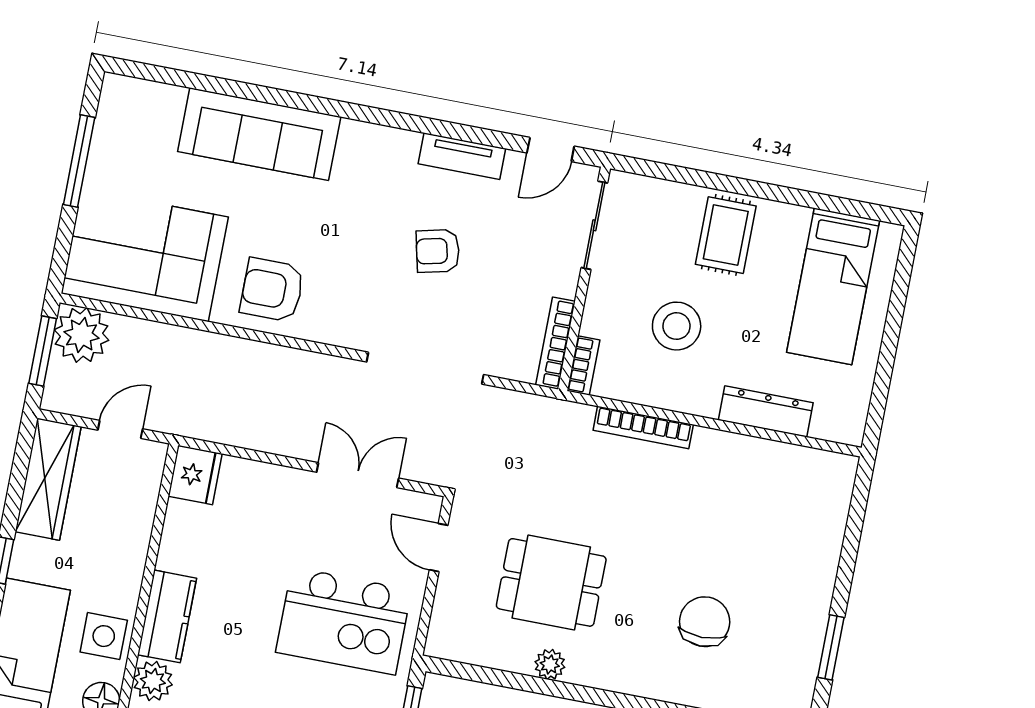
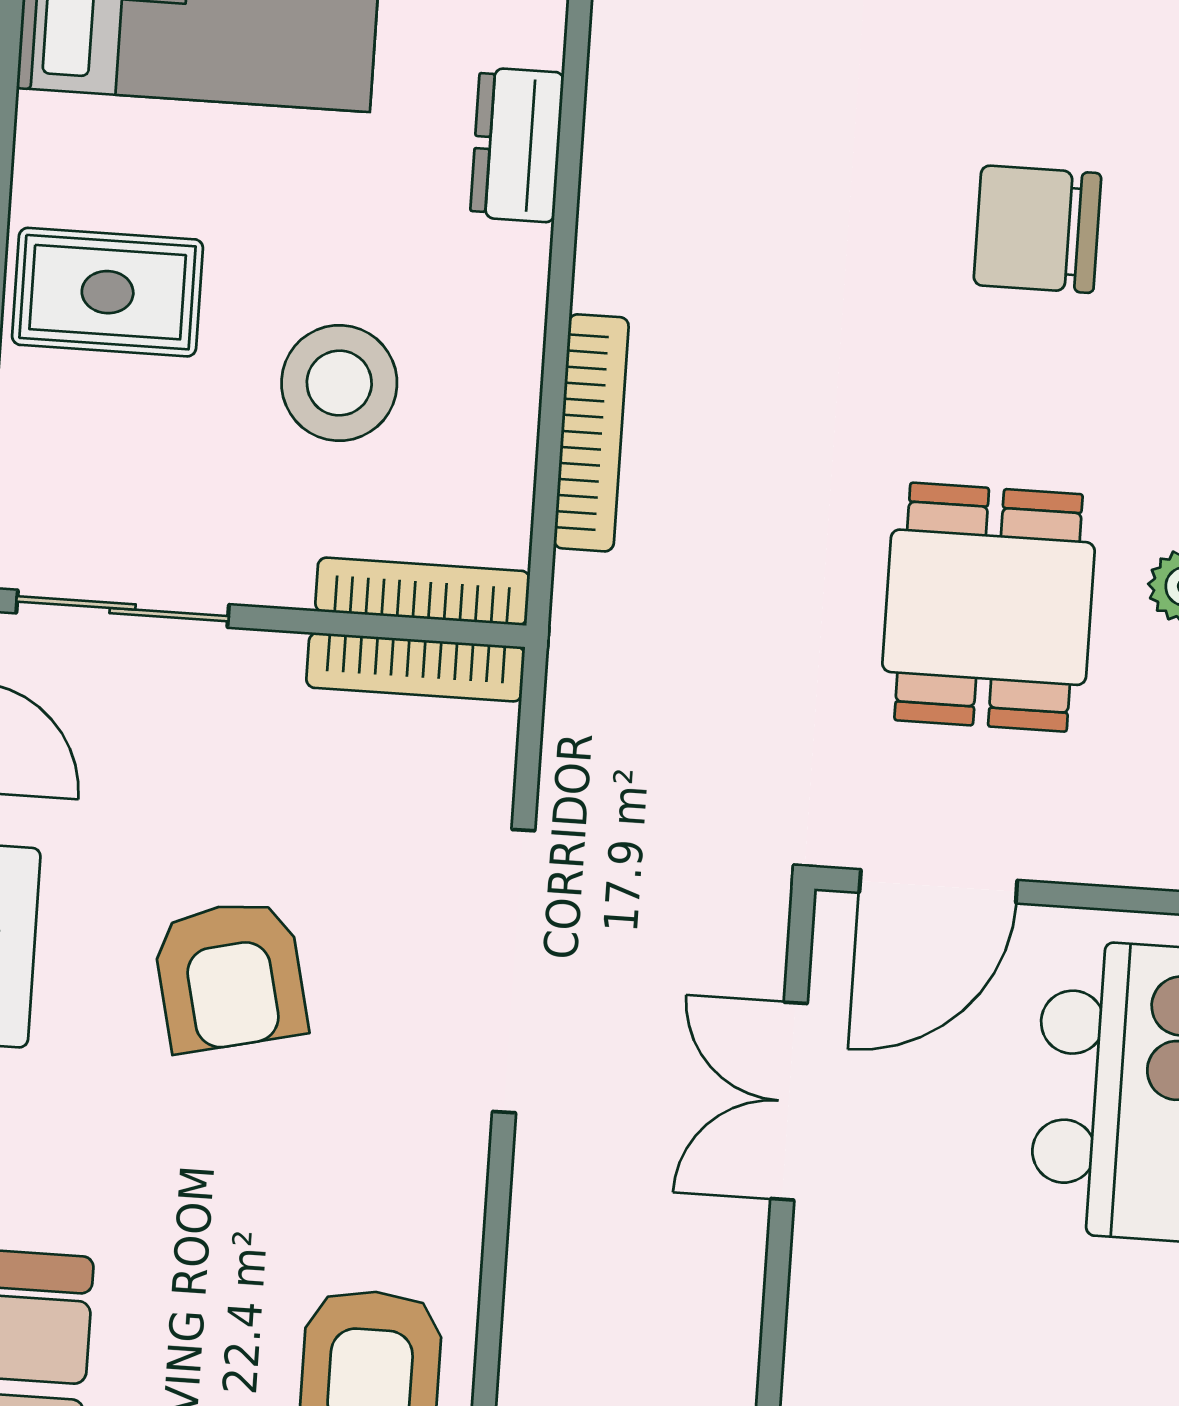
armchair: (438, 251) -> (230, 976), width x1.38, depth x1.38
bookcase: (583, 365) -> (422, 591), width x1.56
dresser: (766, 411) -> (517, 145), width x0.70
door: (439, 548) -> (938, 886), width x1.38

